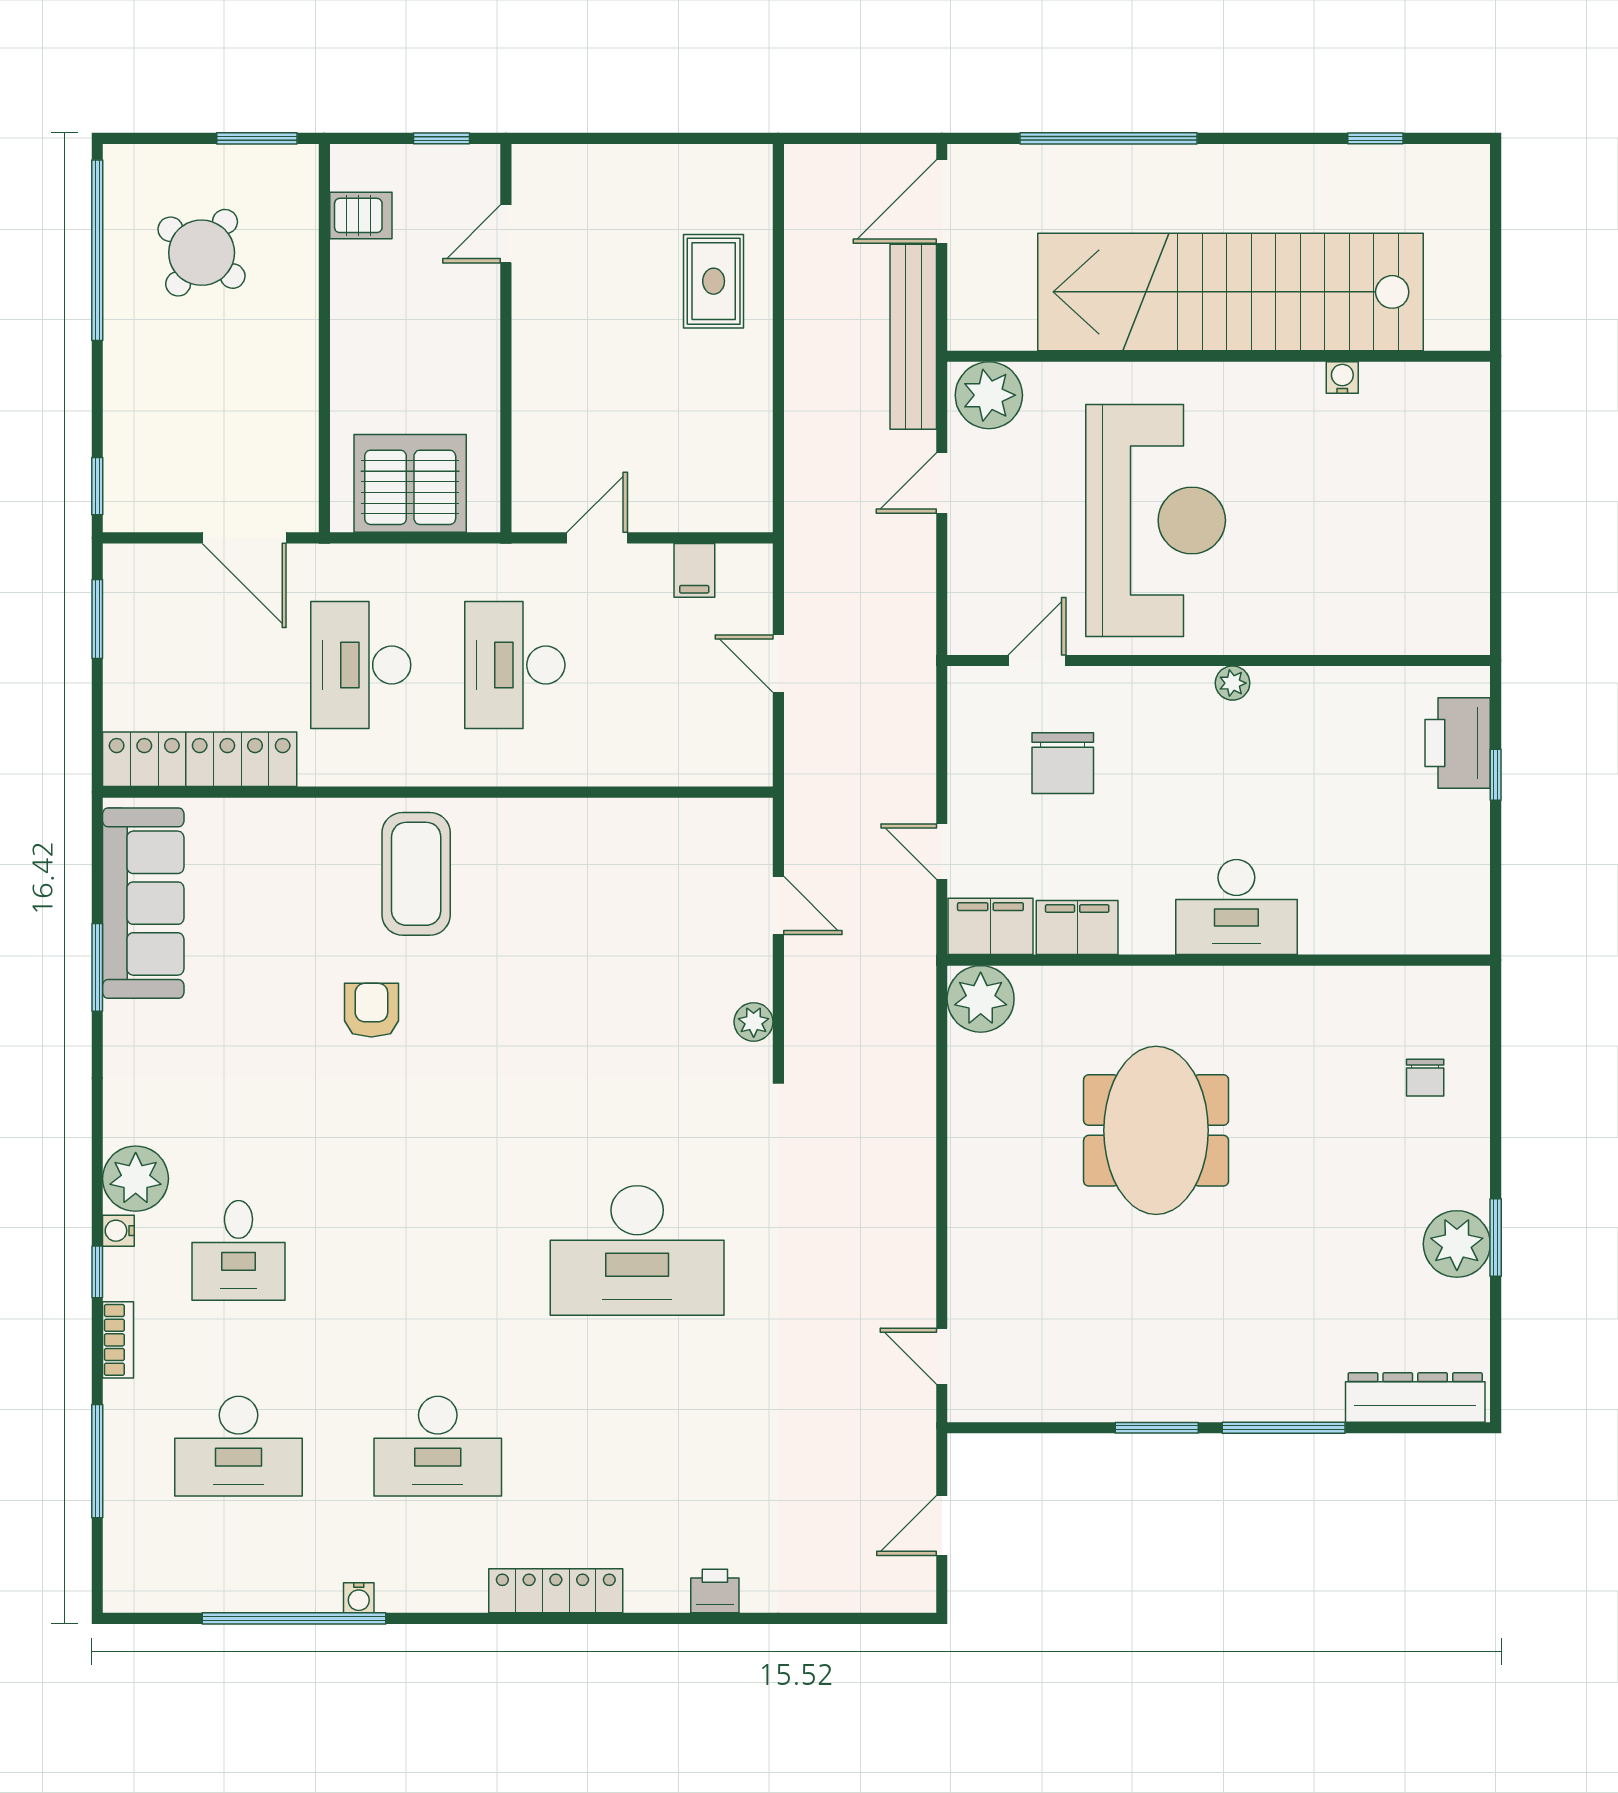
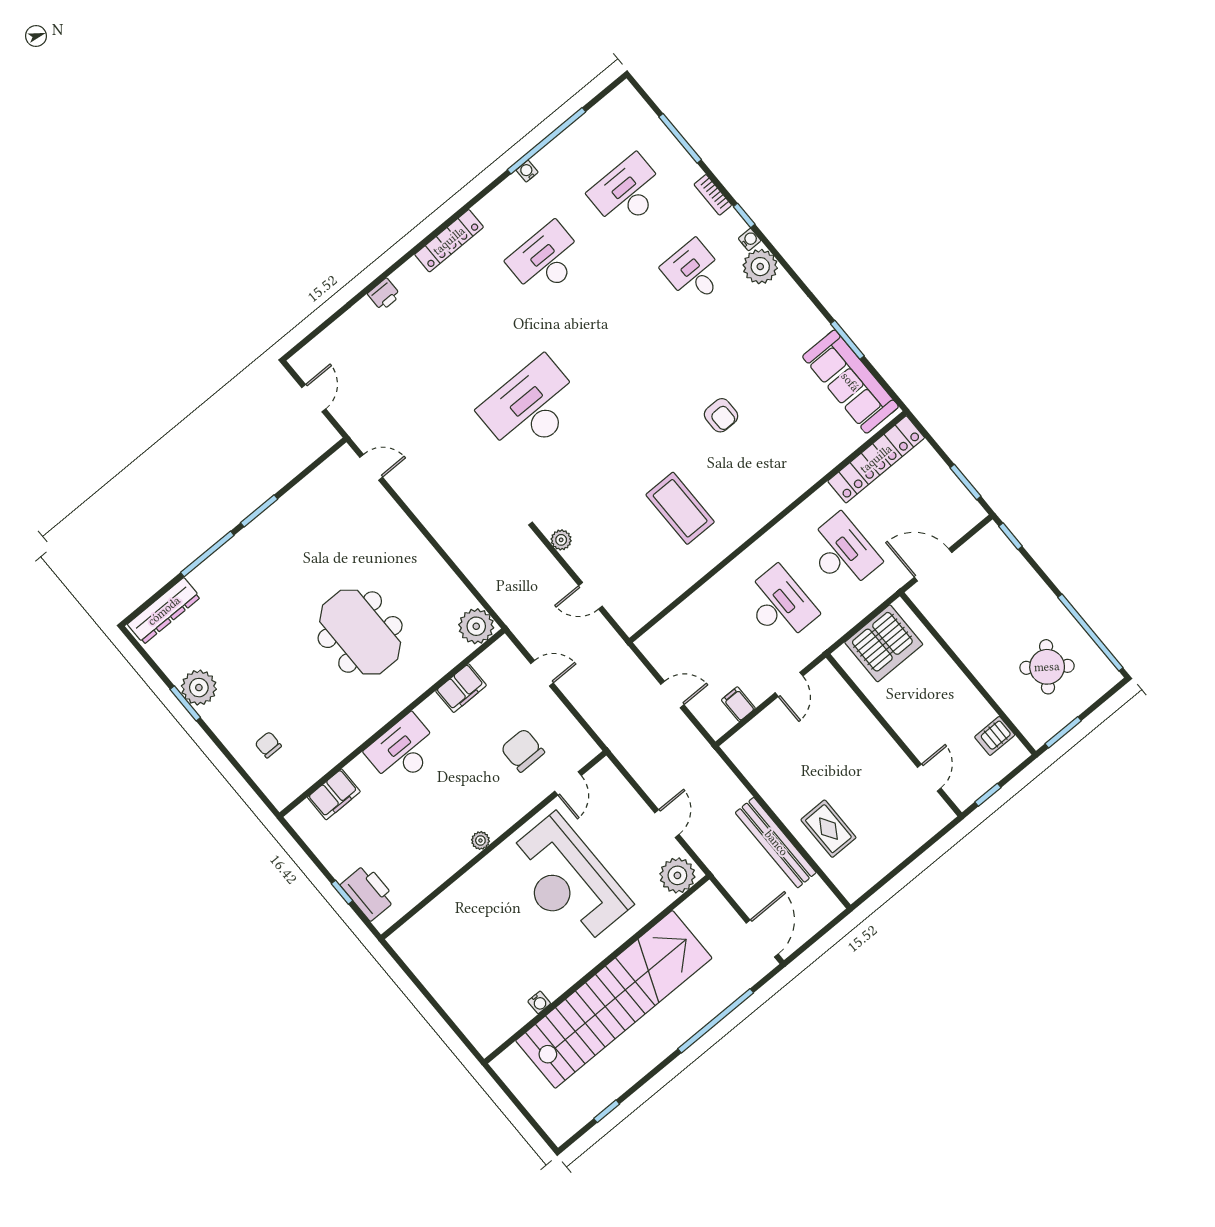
bench: (913, 337) -> (776, 843), moved
coffee table: (416, 874) -> (680, 508), moved
filing cabinet: (990, 926) -> (334, 794), moved

